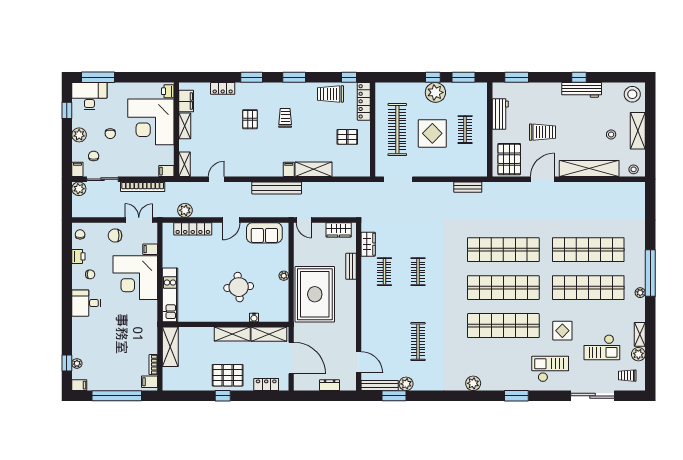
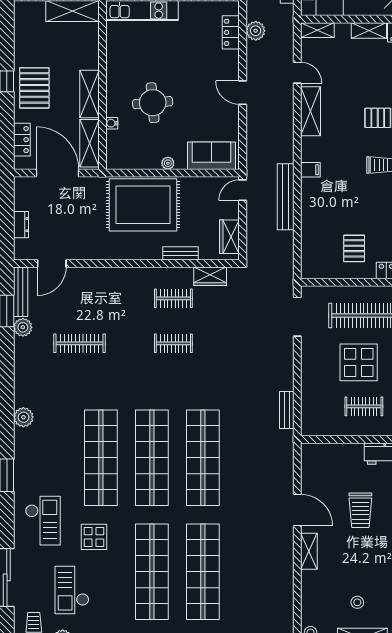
pallet: (509, 159) -> (324, 466), removed
shelving: (314, 169) -> (311, 111), moved
shelving: (589, 169) -> (309, 551), width x0.45, depth x0.75
bench: (277, 188) -> (286, 197), moved
locker: (193, 229) -> (231, 32), width x0.66
sofa: (264, 233) -> (211, 156), moved, turned 90
door: (291, 358) -> (58, 173), swing flipped

